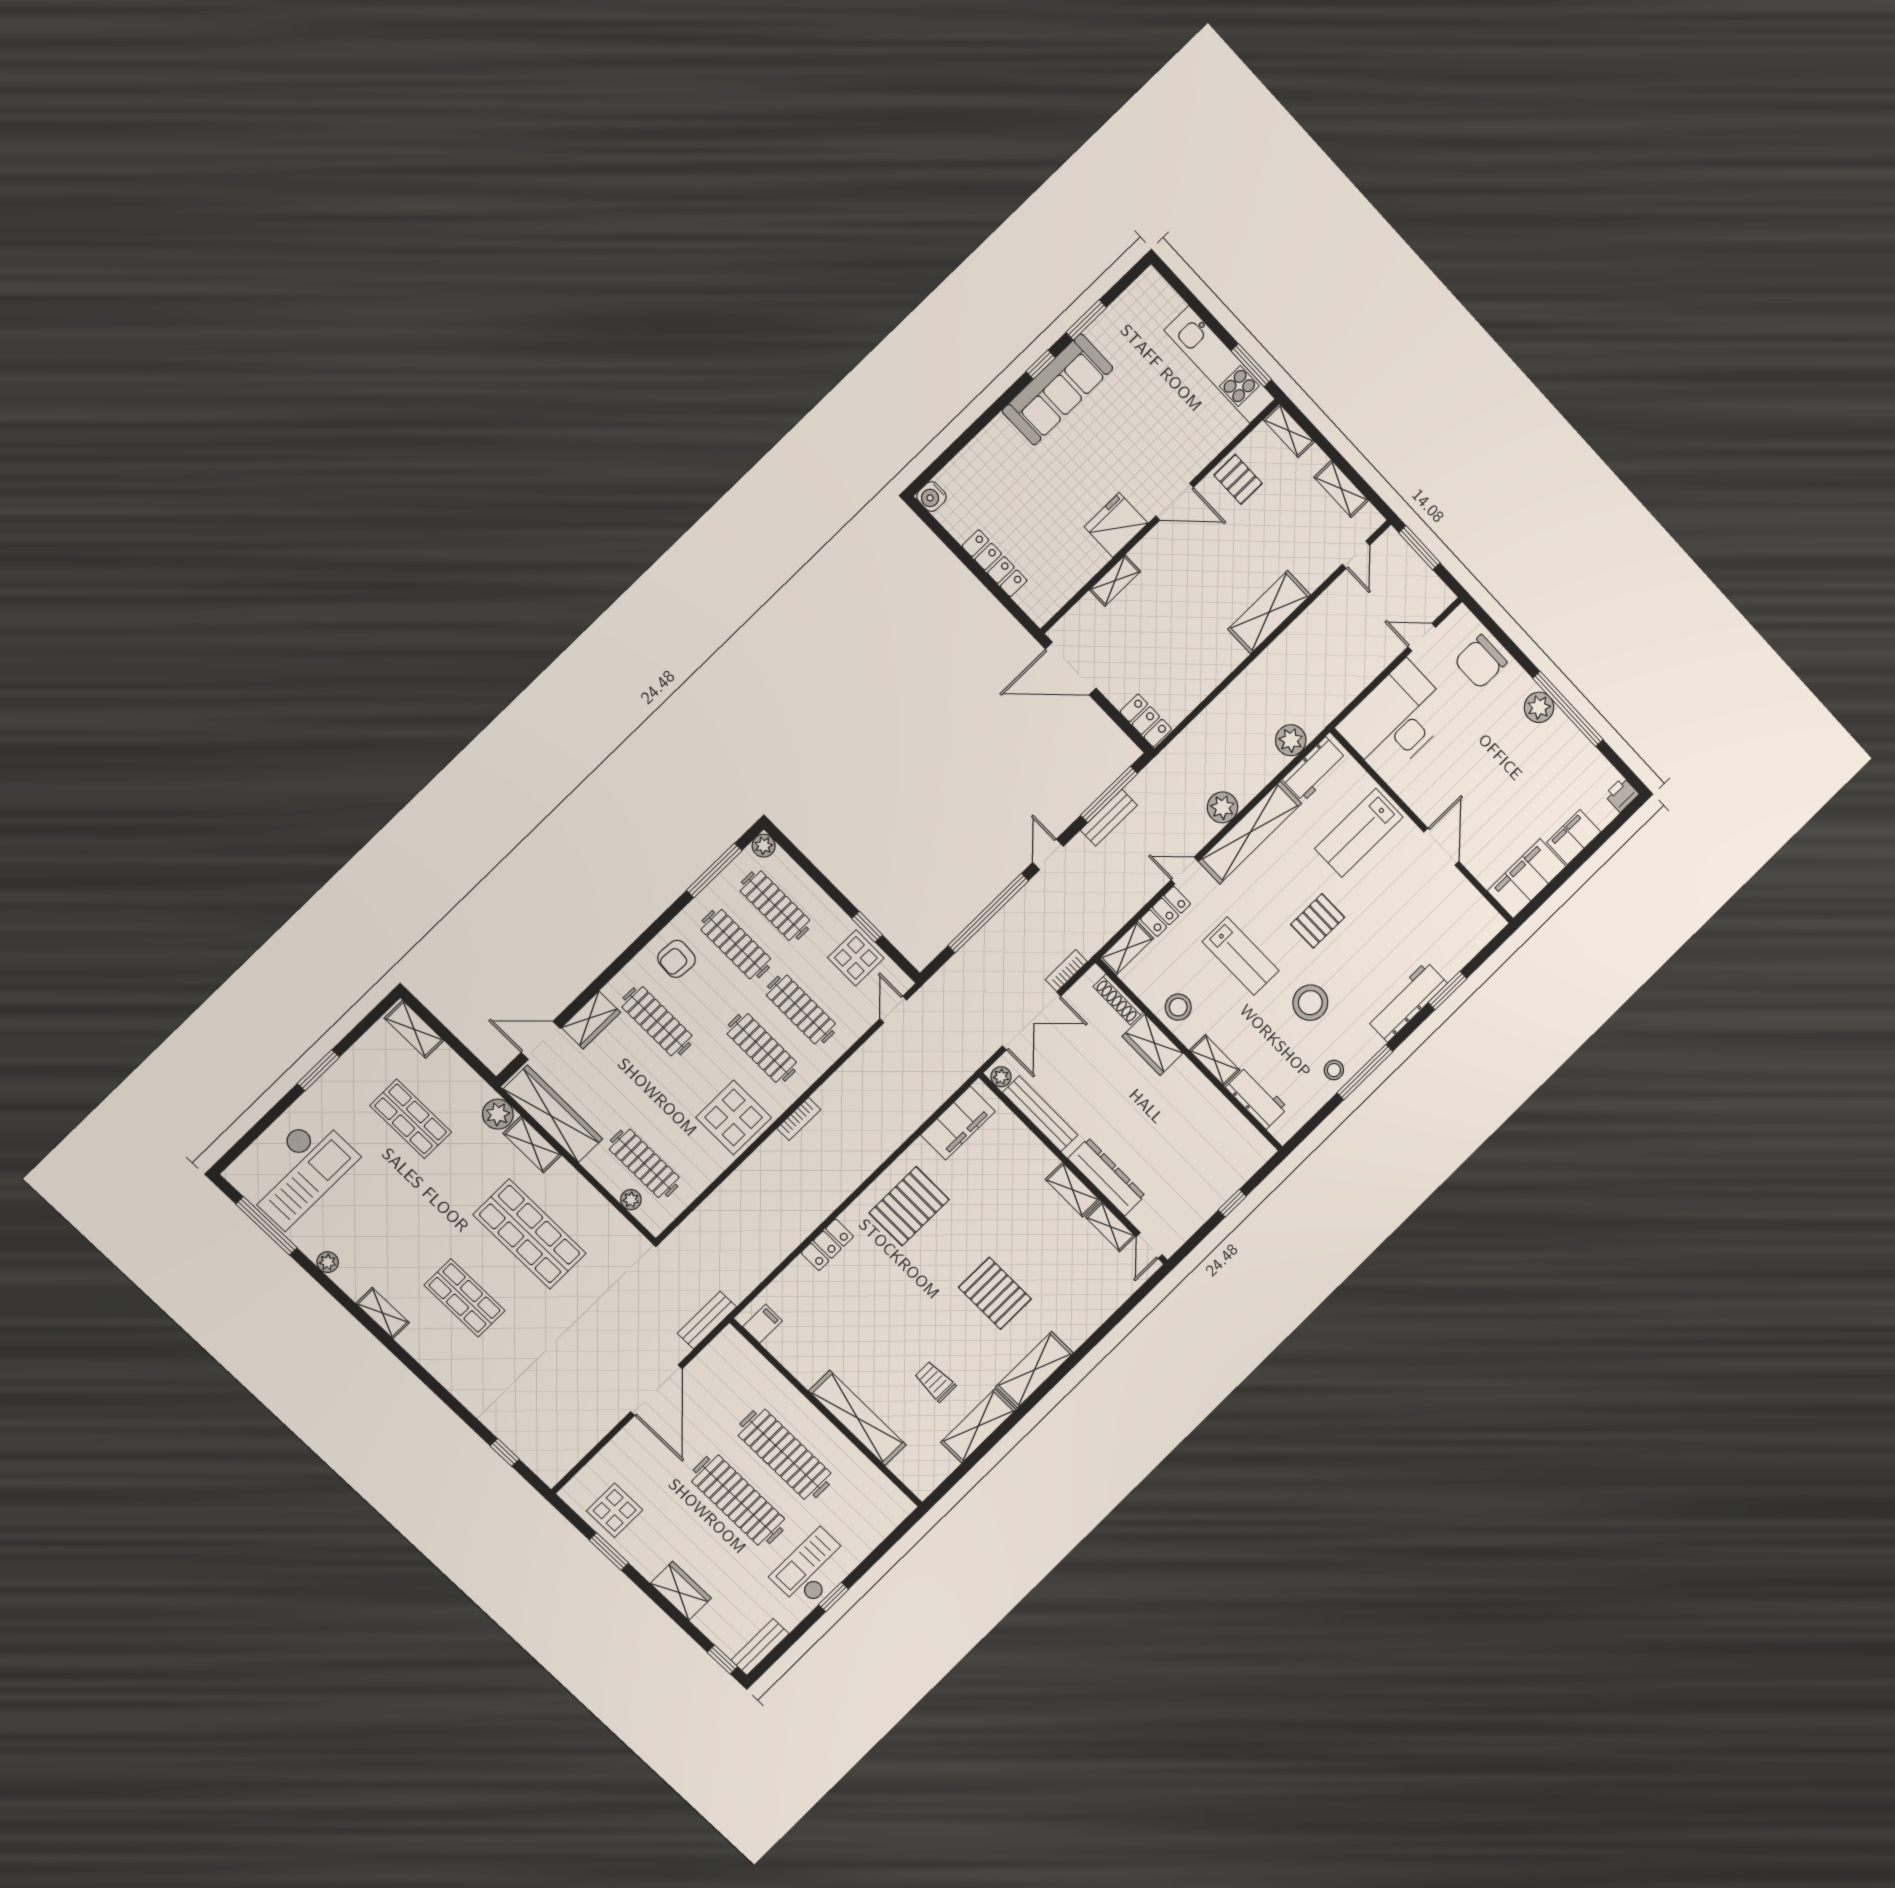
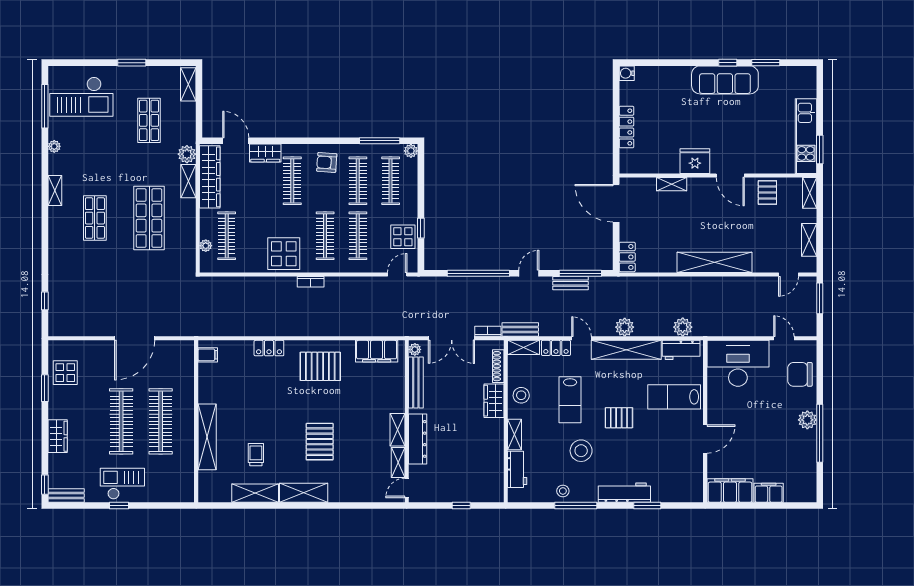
shelving: (1269, 612) -> (714, 262), width x1.47
printer: (1622, 795) -> (808, 495), removed
bench: (707, 1320) -> (520, 330), moved

